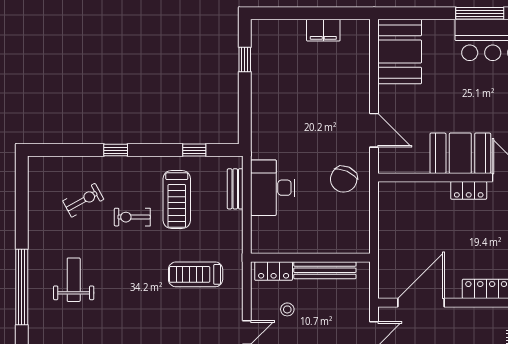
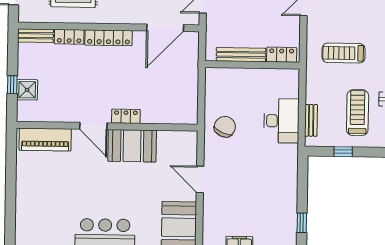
door: (374, 130) -> (200, 179), moved
treadmill: (196, 274) -> (344, 53), turned 180
stool: (287, 309) -> (271, 24), removed

